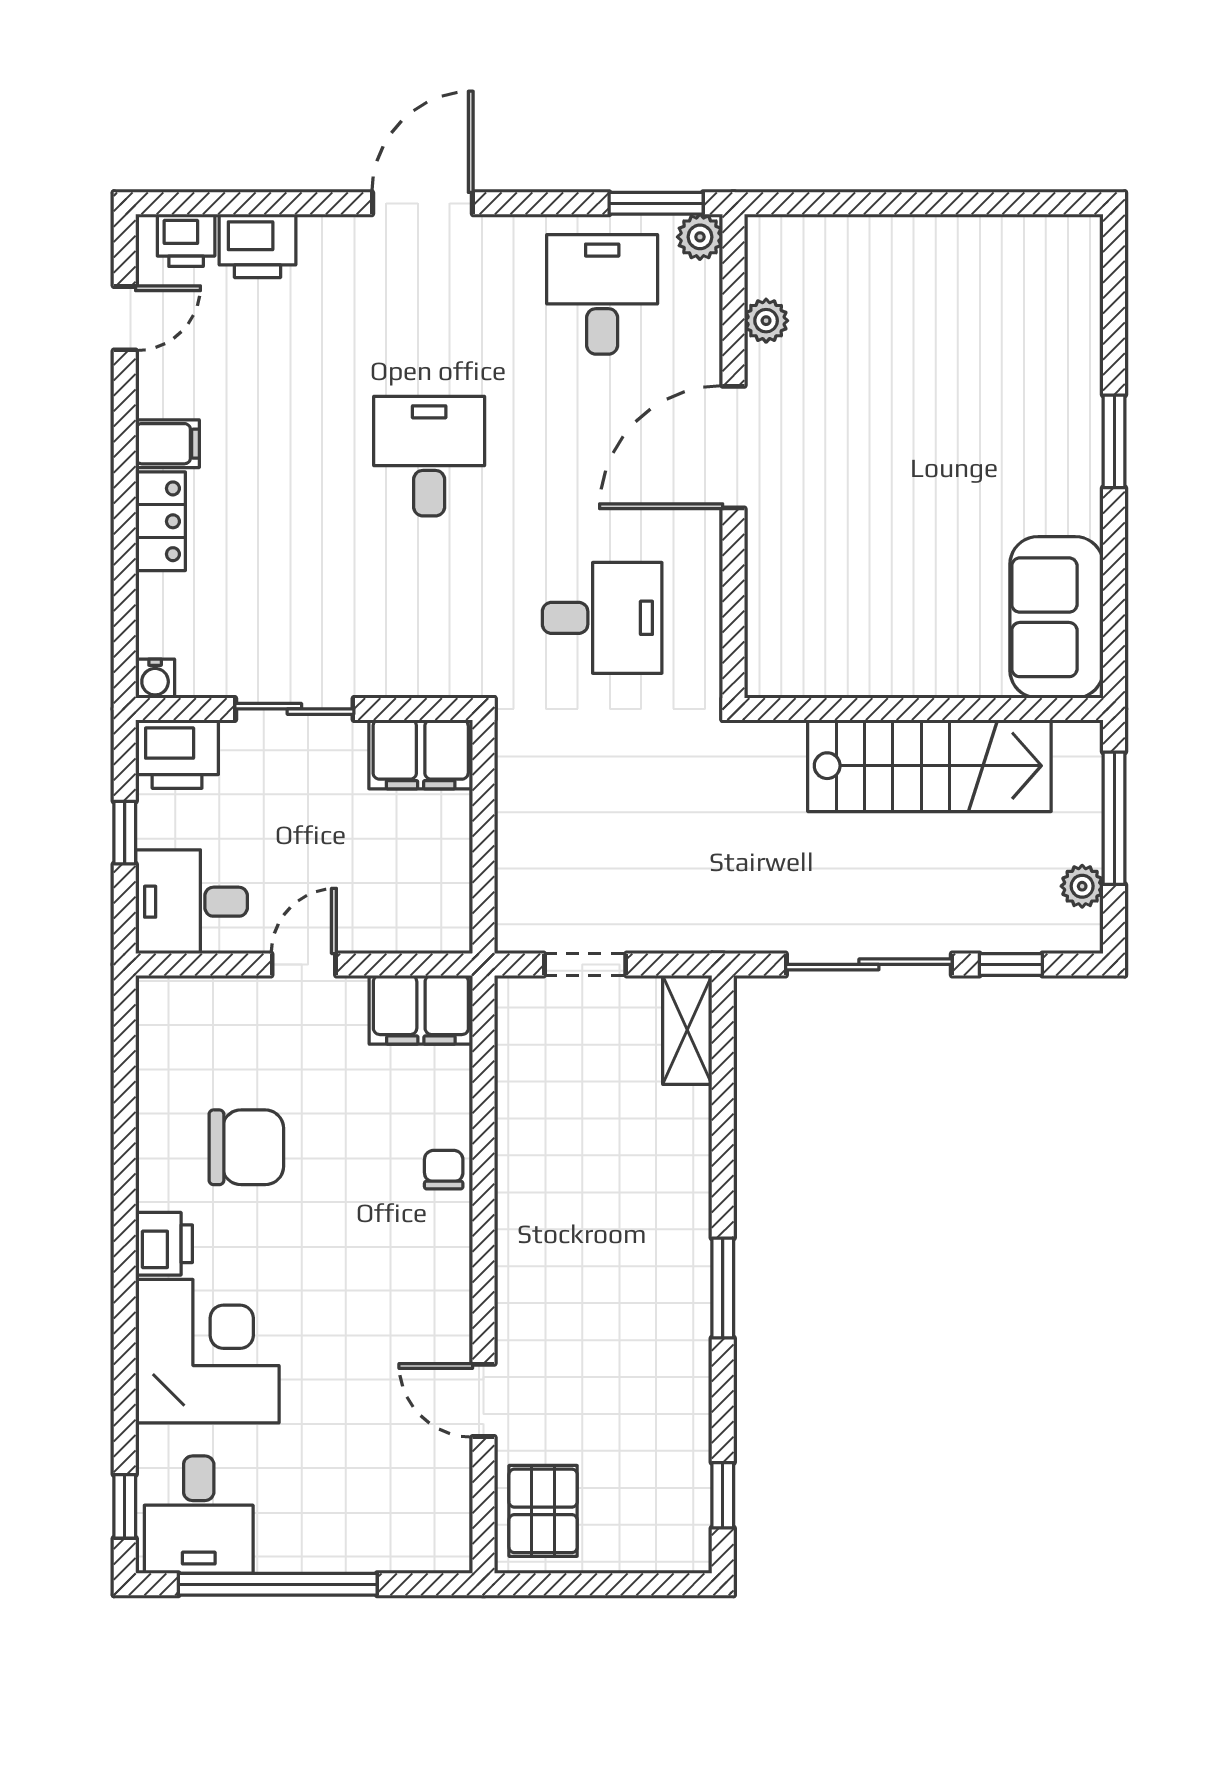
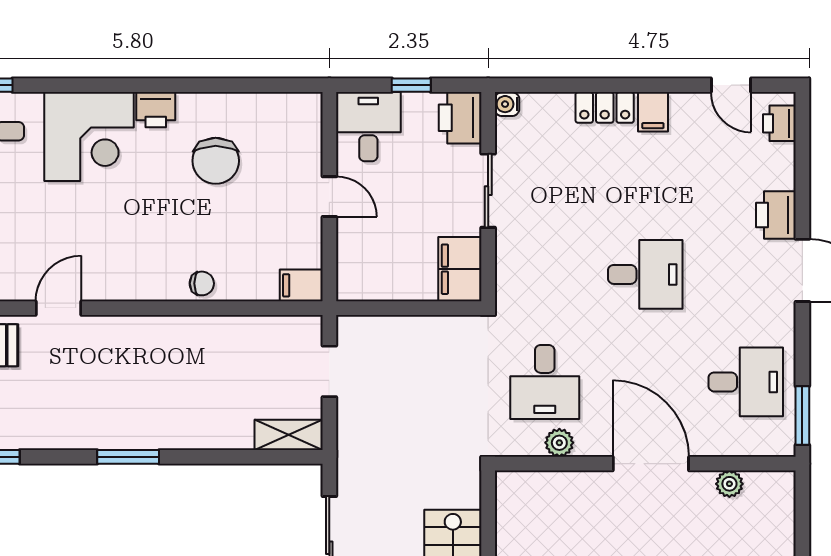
plant: (700, 237) -> (559, 443), moved
printer: (258, 246) -> (776, 215), moved
filing cabinet: (421, 1010) -> (301, 285), width x0.50

